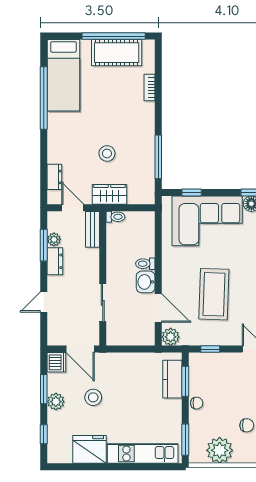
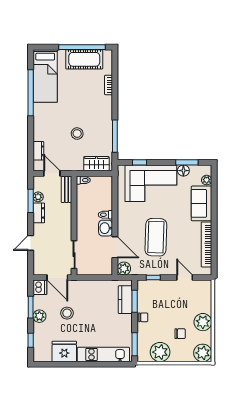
wardrobe: (109, 194) -> (96, 164), moved
sliding door: (103, 303) -> (74, 255), moved

